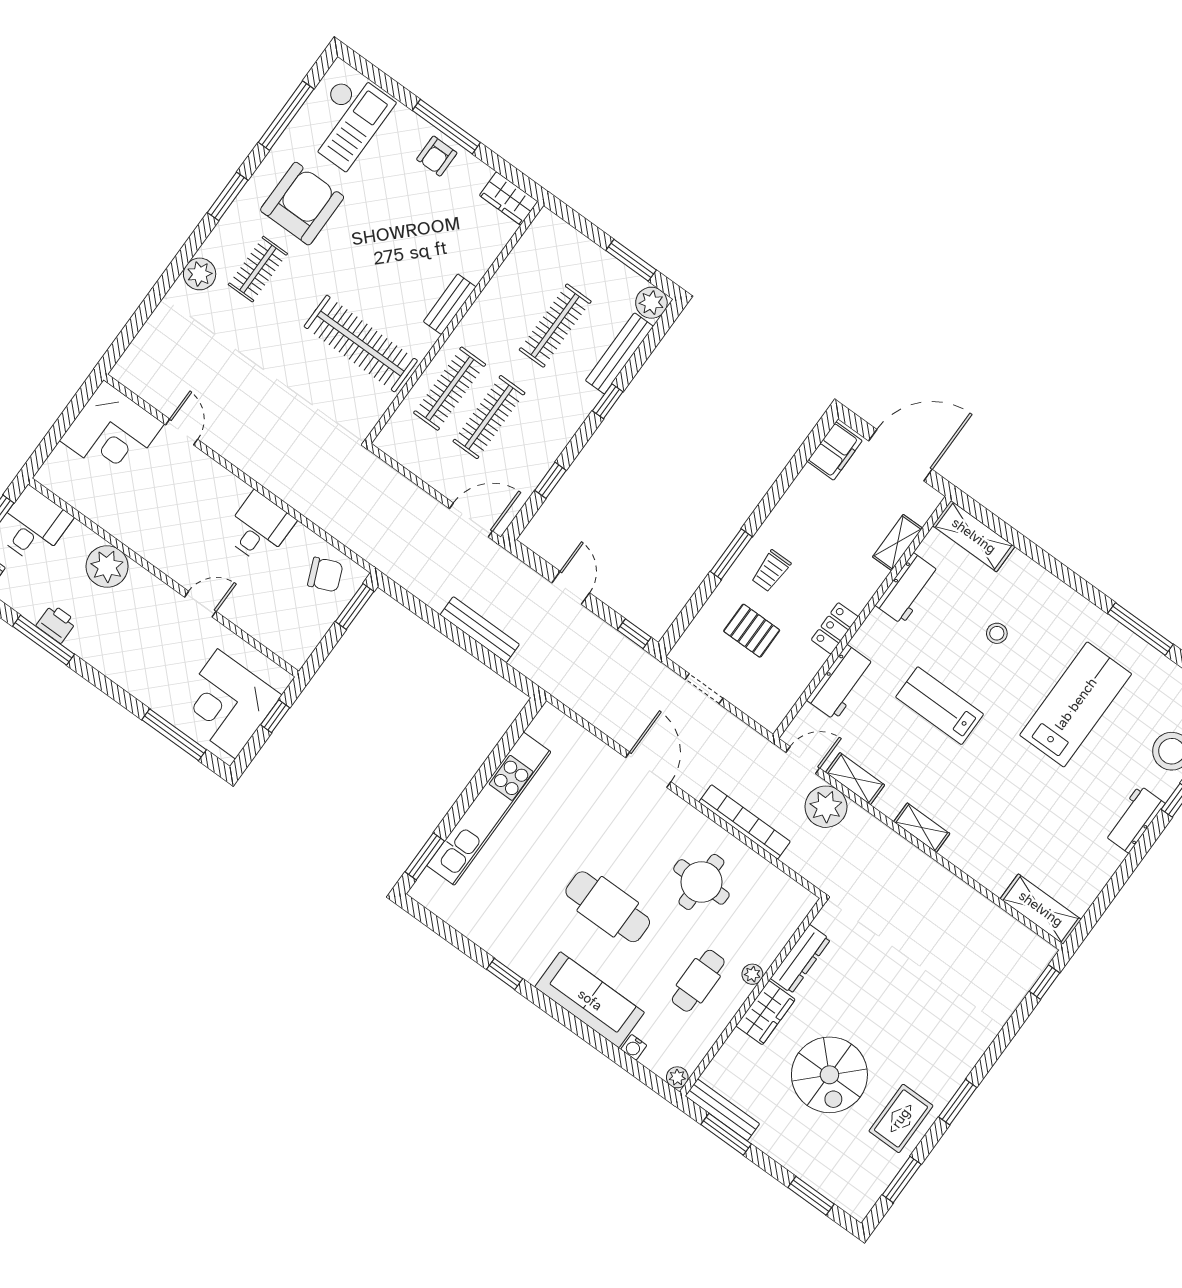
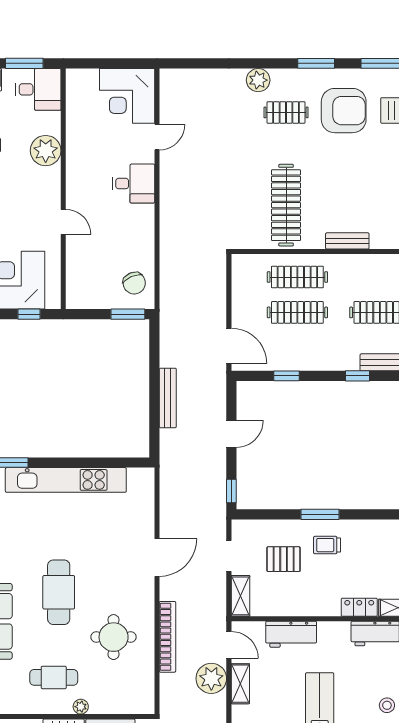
desk: (259, 528) -> (134, 184), moved
locker: (835, 628) -> (359, 607), moved
pallet: (752, 631) -> (284, 559), turned 90
shelving: (758, 708) -> (240, 596), added

